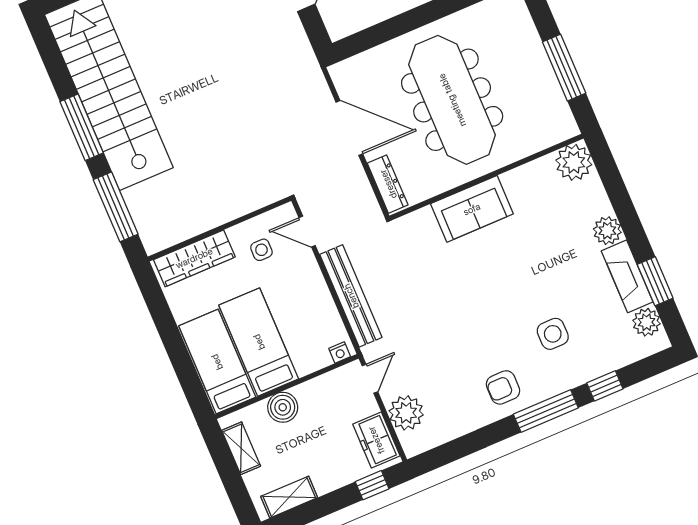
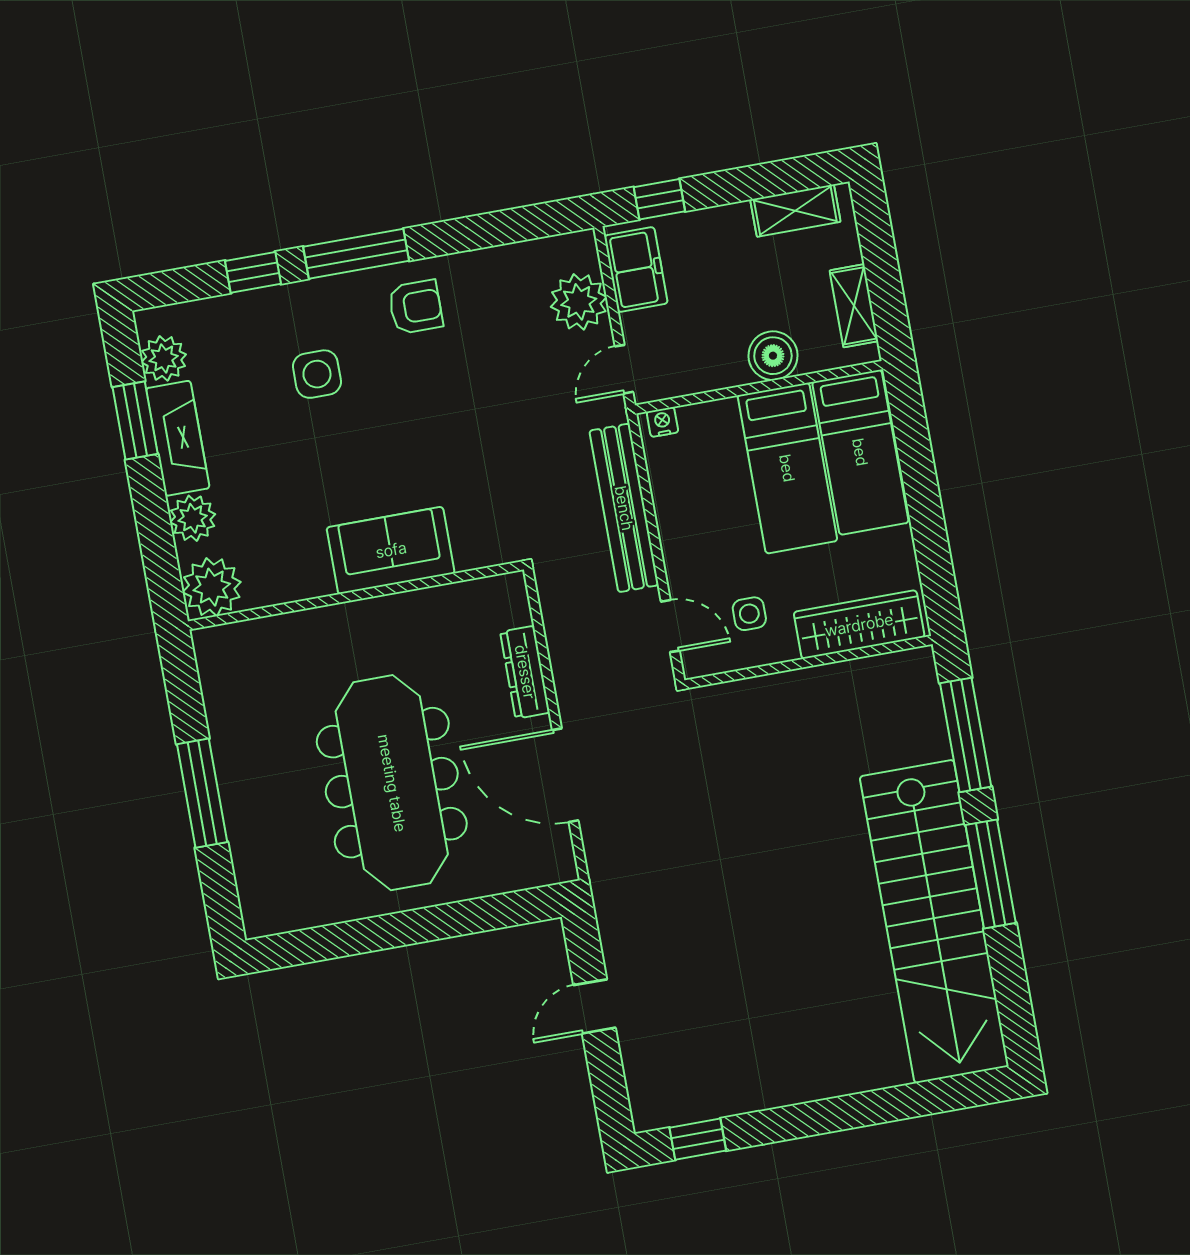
plant: (574, 162) -> (212, 587), moved
wall: (486, 177) -> (356, 595), moved
sofa: (472, 209) -> (391, 550), moved

